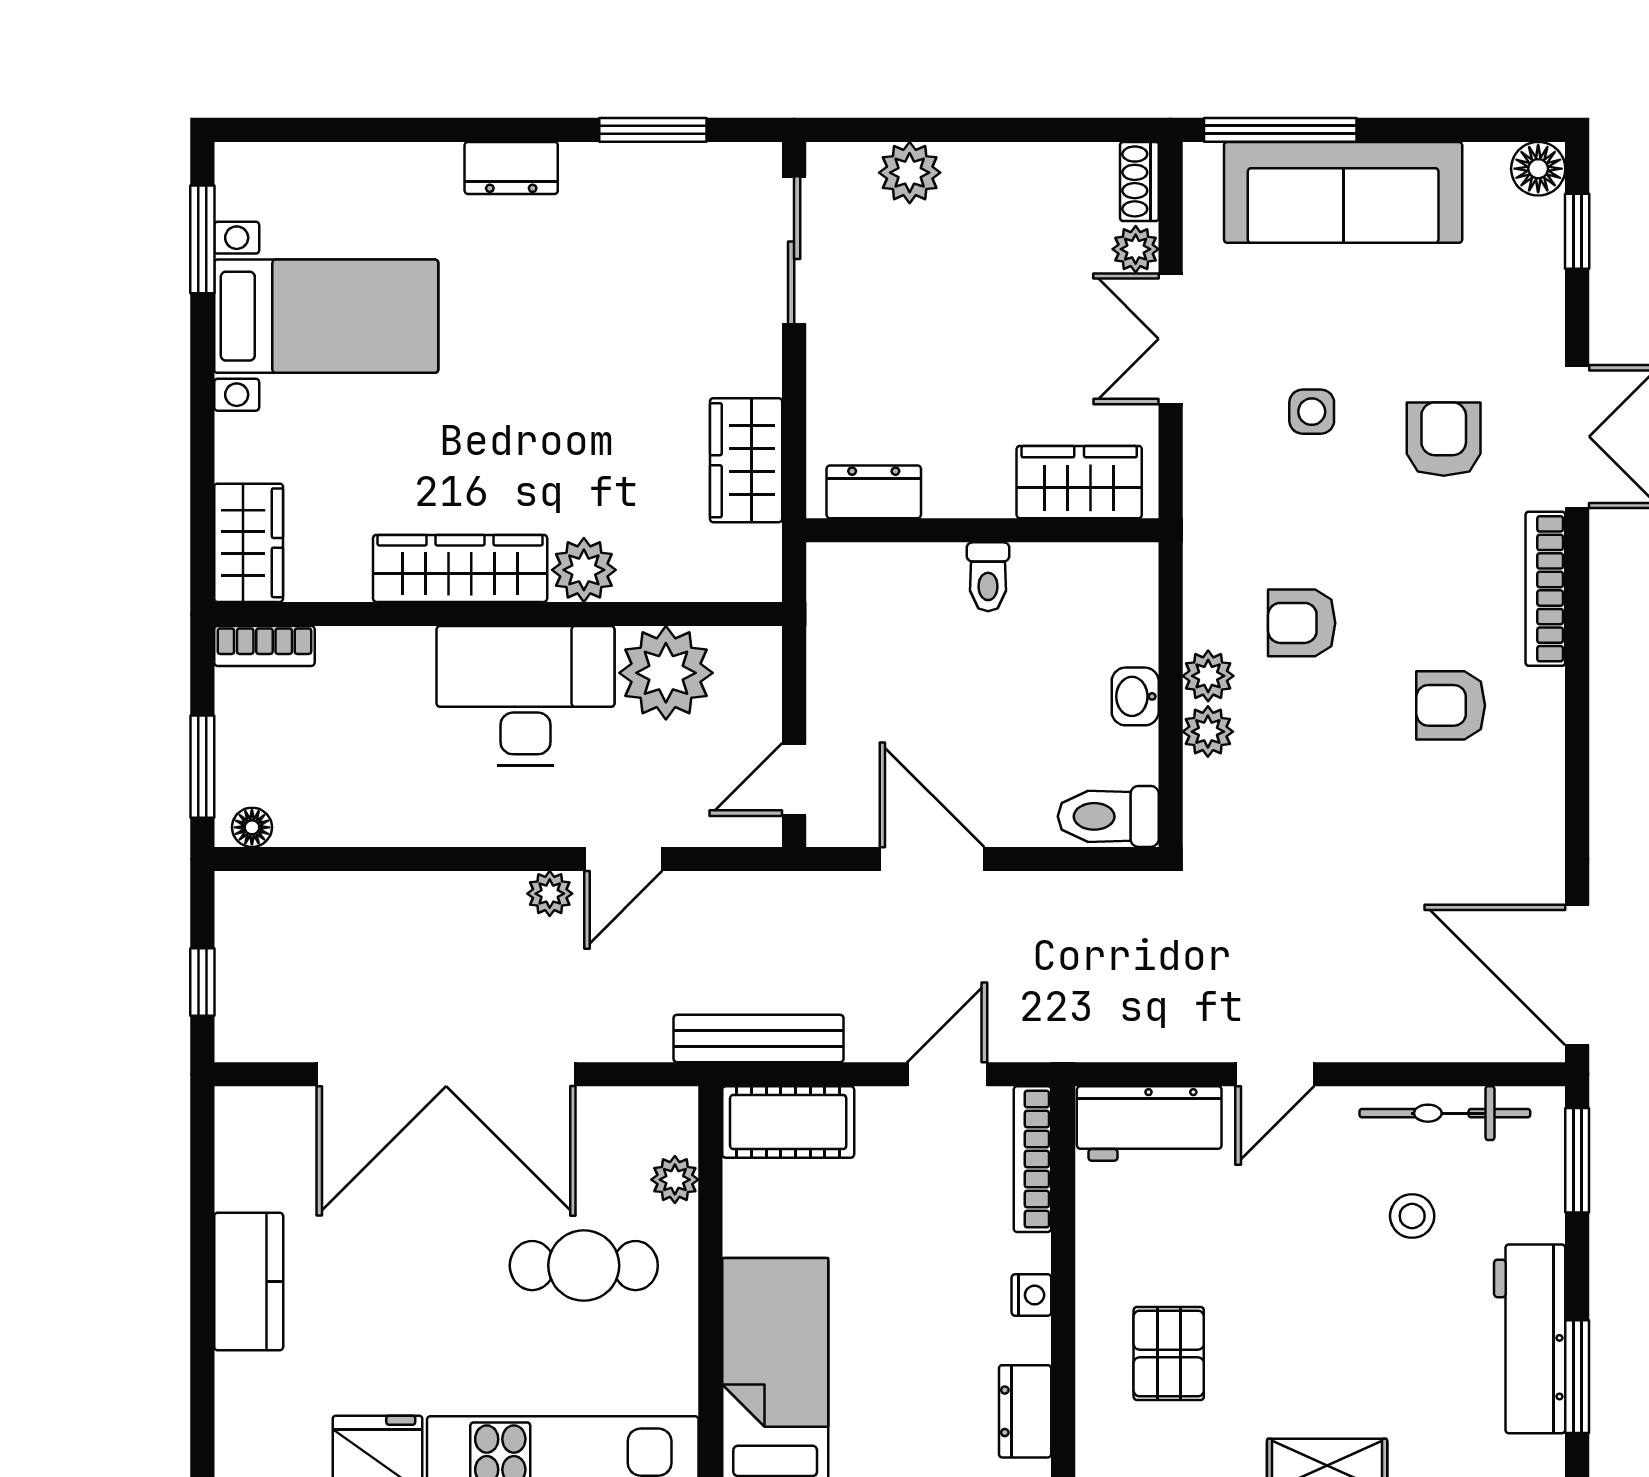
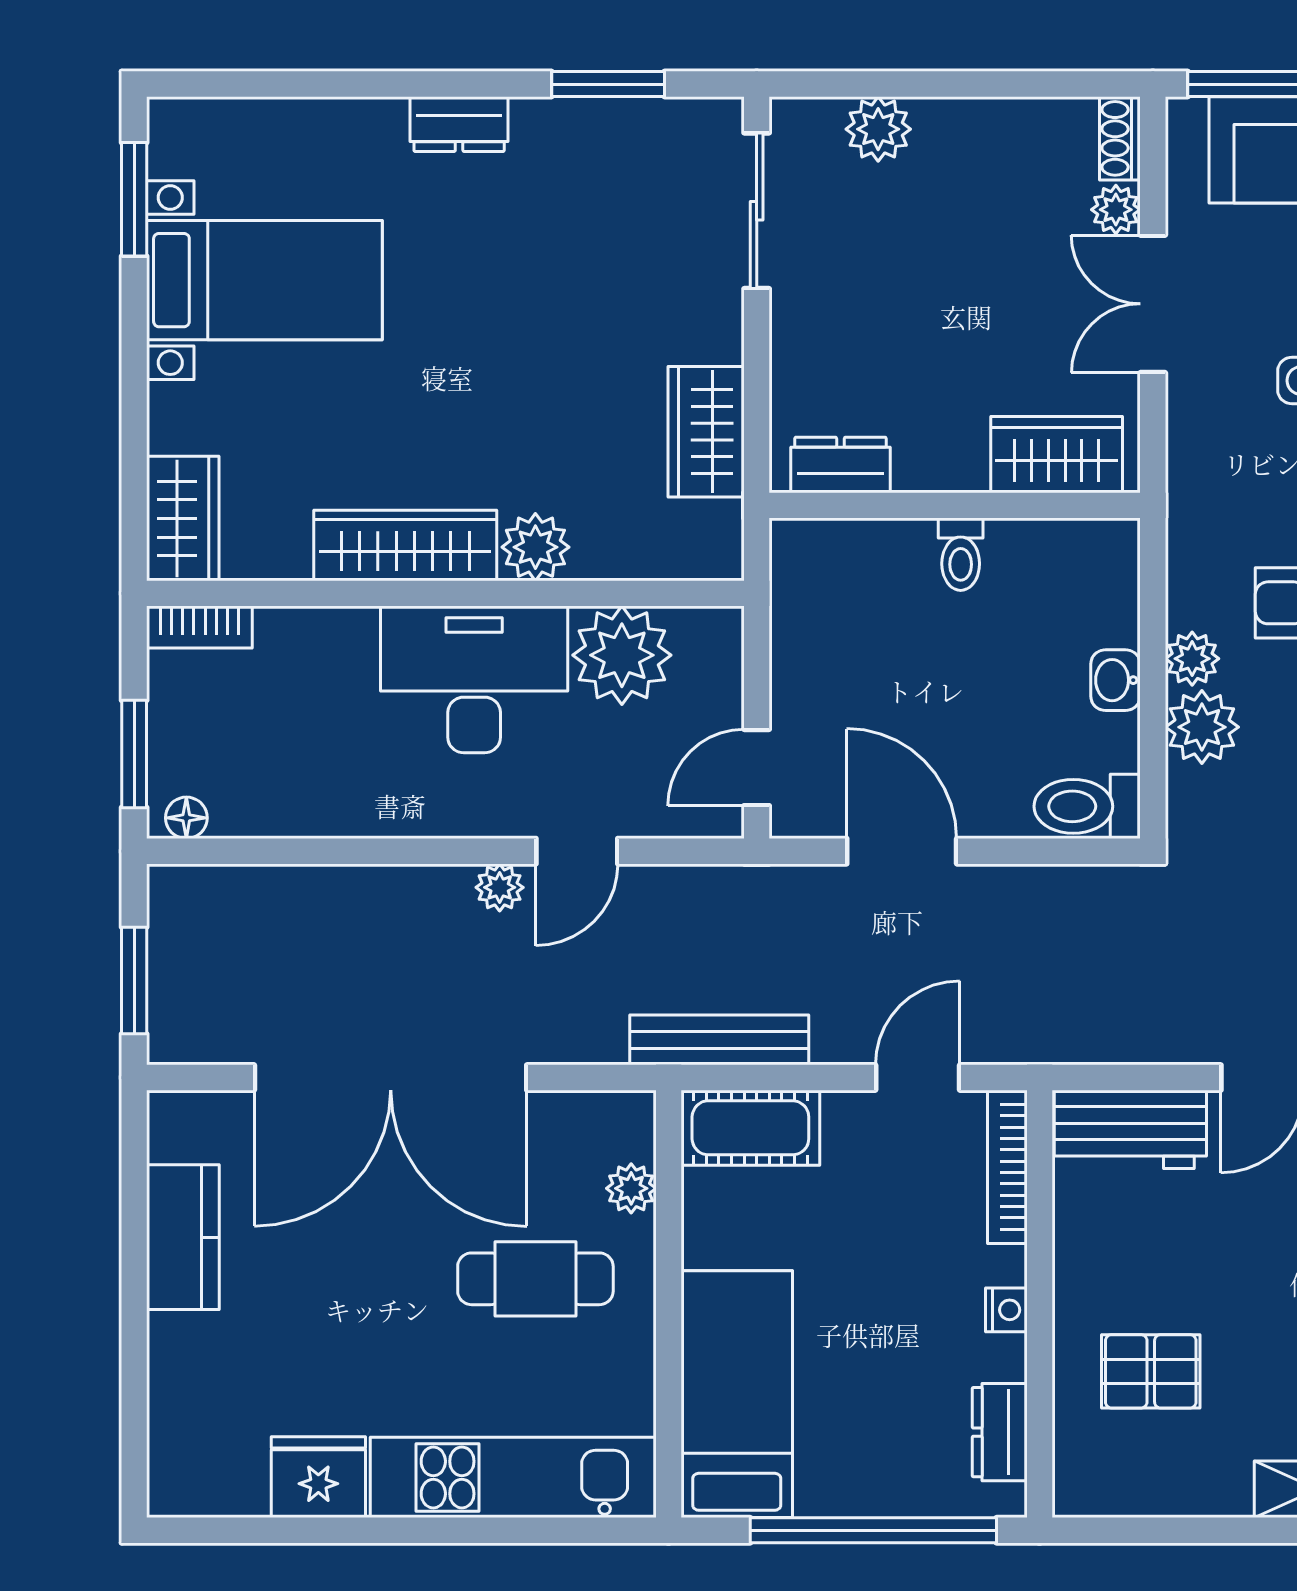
plant: (1208, 732) -> (1202, 727), width x1.38, depth x1.38
window: (202, 982) -> (134, 981), width x1.50
kitchen counter: (249, 1282) -> (183, 1237), moved
pallet: (1169, 1353) -> (1151, 1371), turned 90

